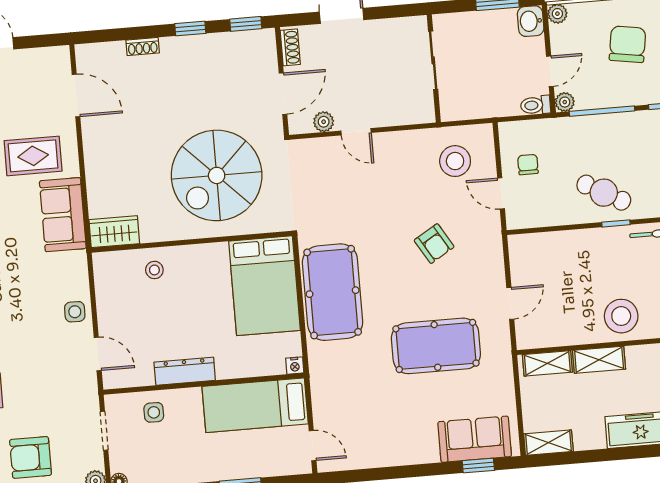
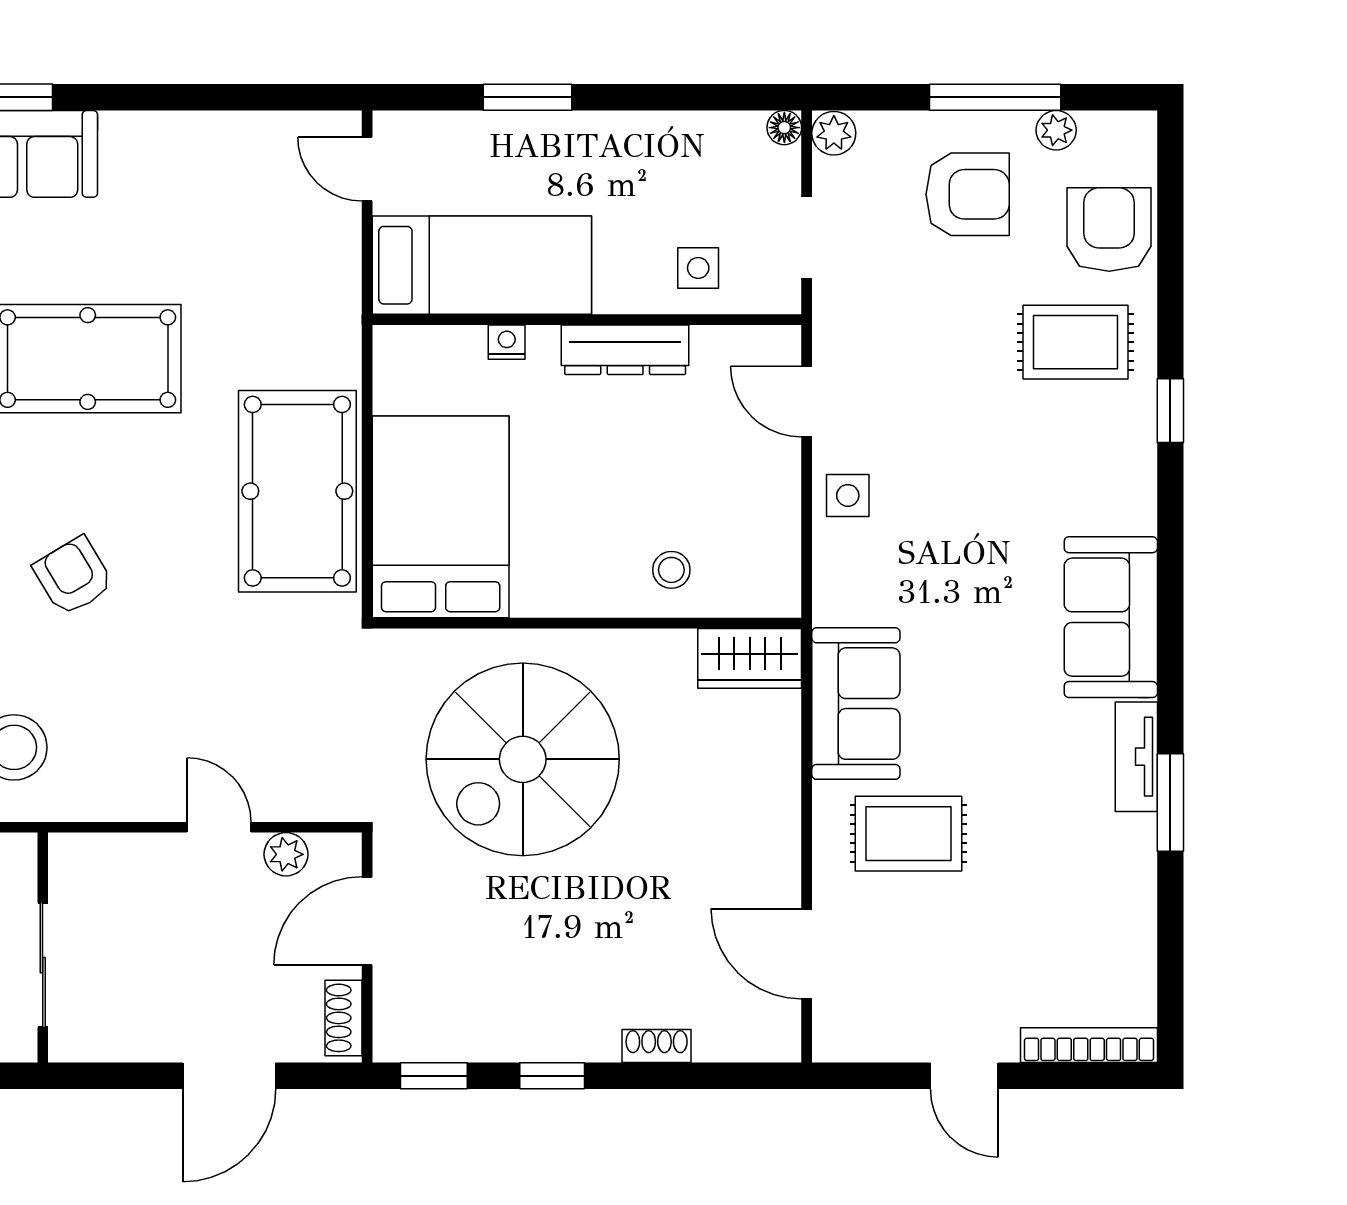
spiral stairs: (217, 175) -> (523, 759), turned 180
nightstand: (295, 366) -> (507, 342), moved

